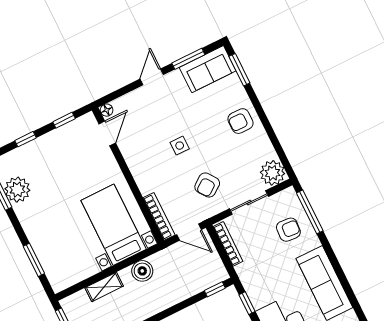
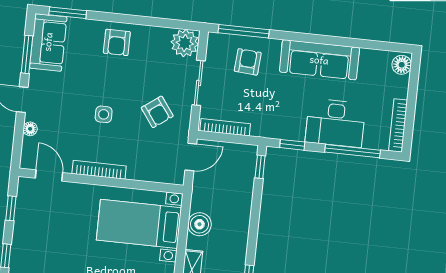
floor lamp: (107, 110) -> (30, 129), moved
bookcase: (159, 216) -> (99, 170), moved

